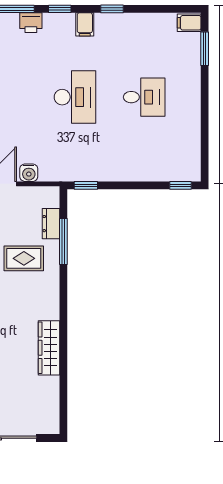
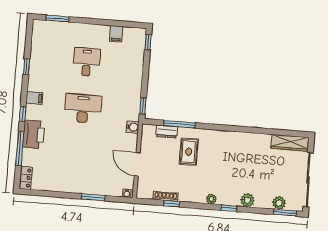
window: (112, 9) -> (26, 67), moved
printer: (31, 23) -> (33, 134), width x1.87, depth x1.48
filing cabinet: (189, 23) -> (116, 34), moved
water cooler: (29, 173) -> (133, 127), moved
wardrobe: (49, 348) -> (290, 143), moved

